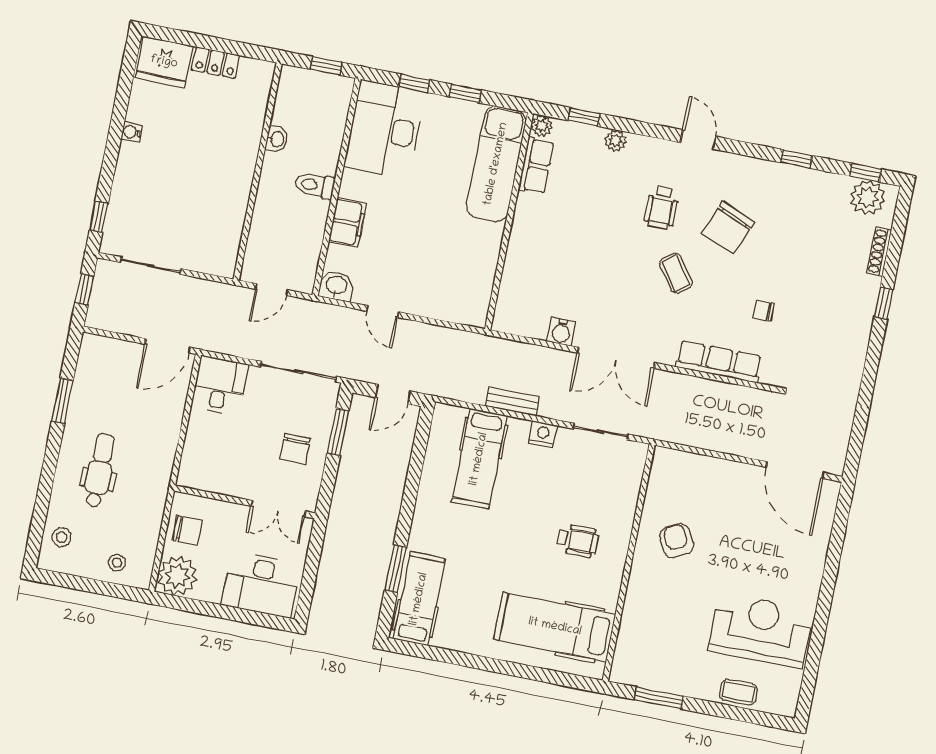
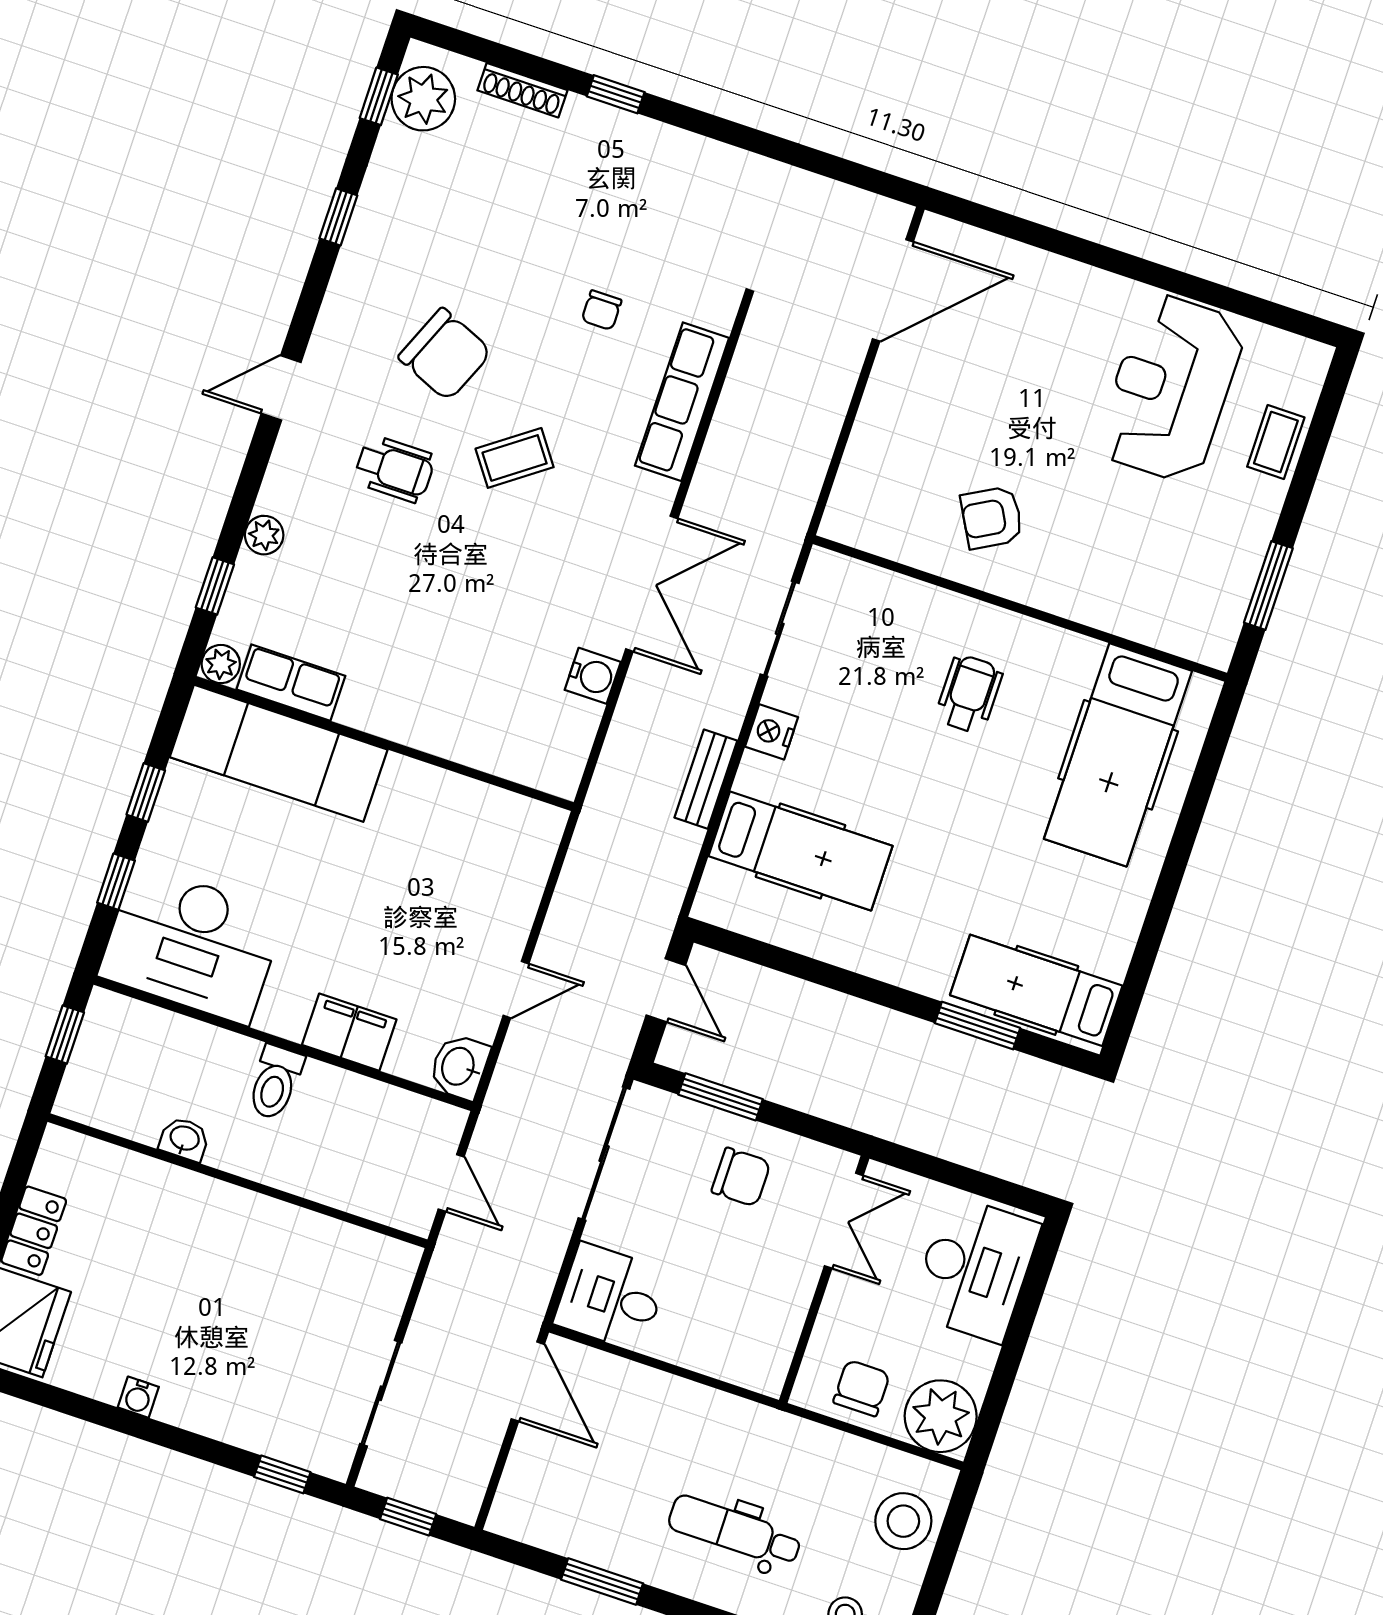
stool: (117, 563) -> (903, 1521), width x1.89, depth x1.89

